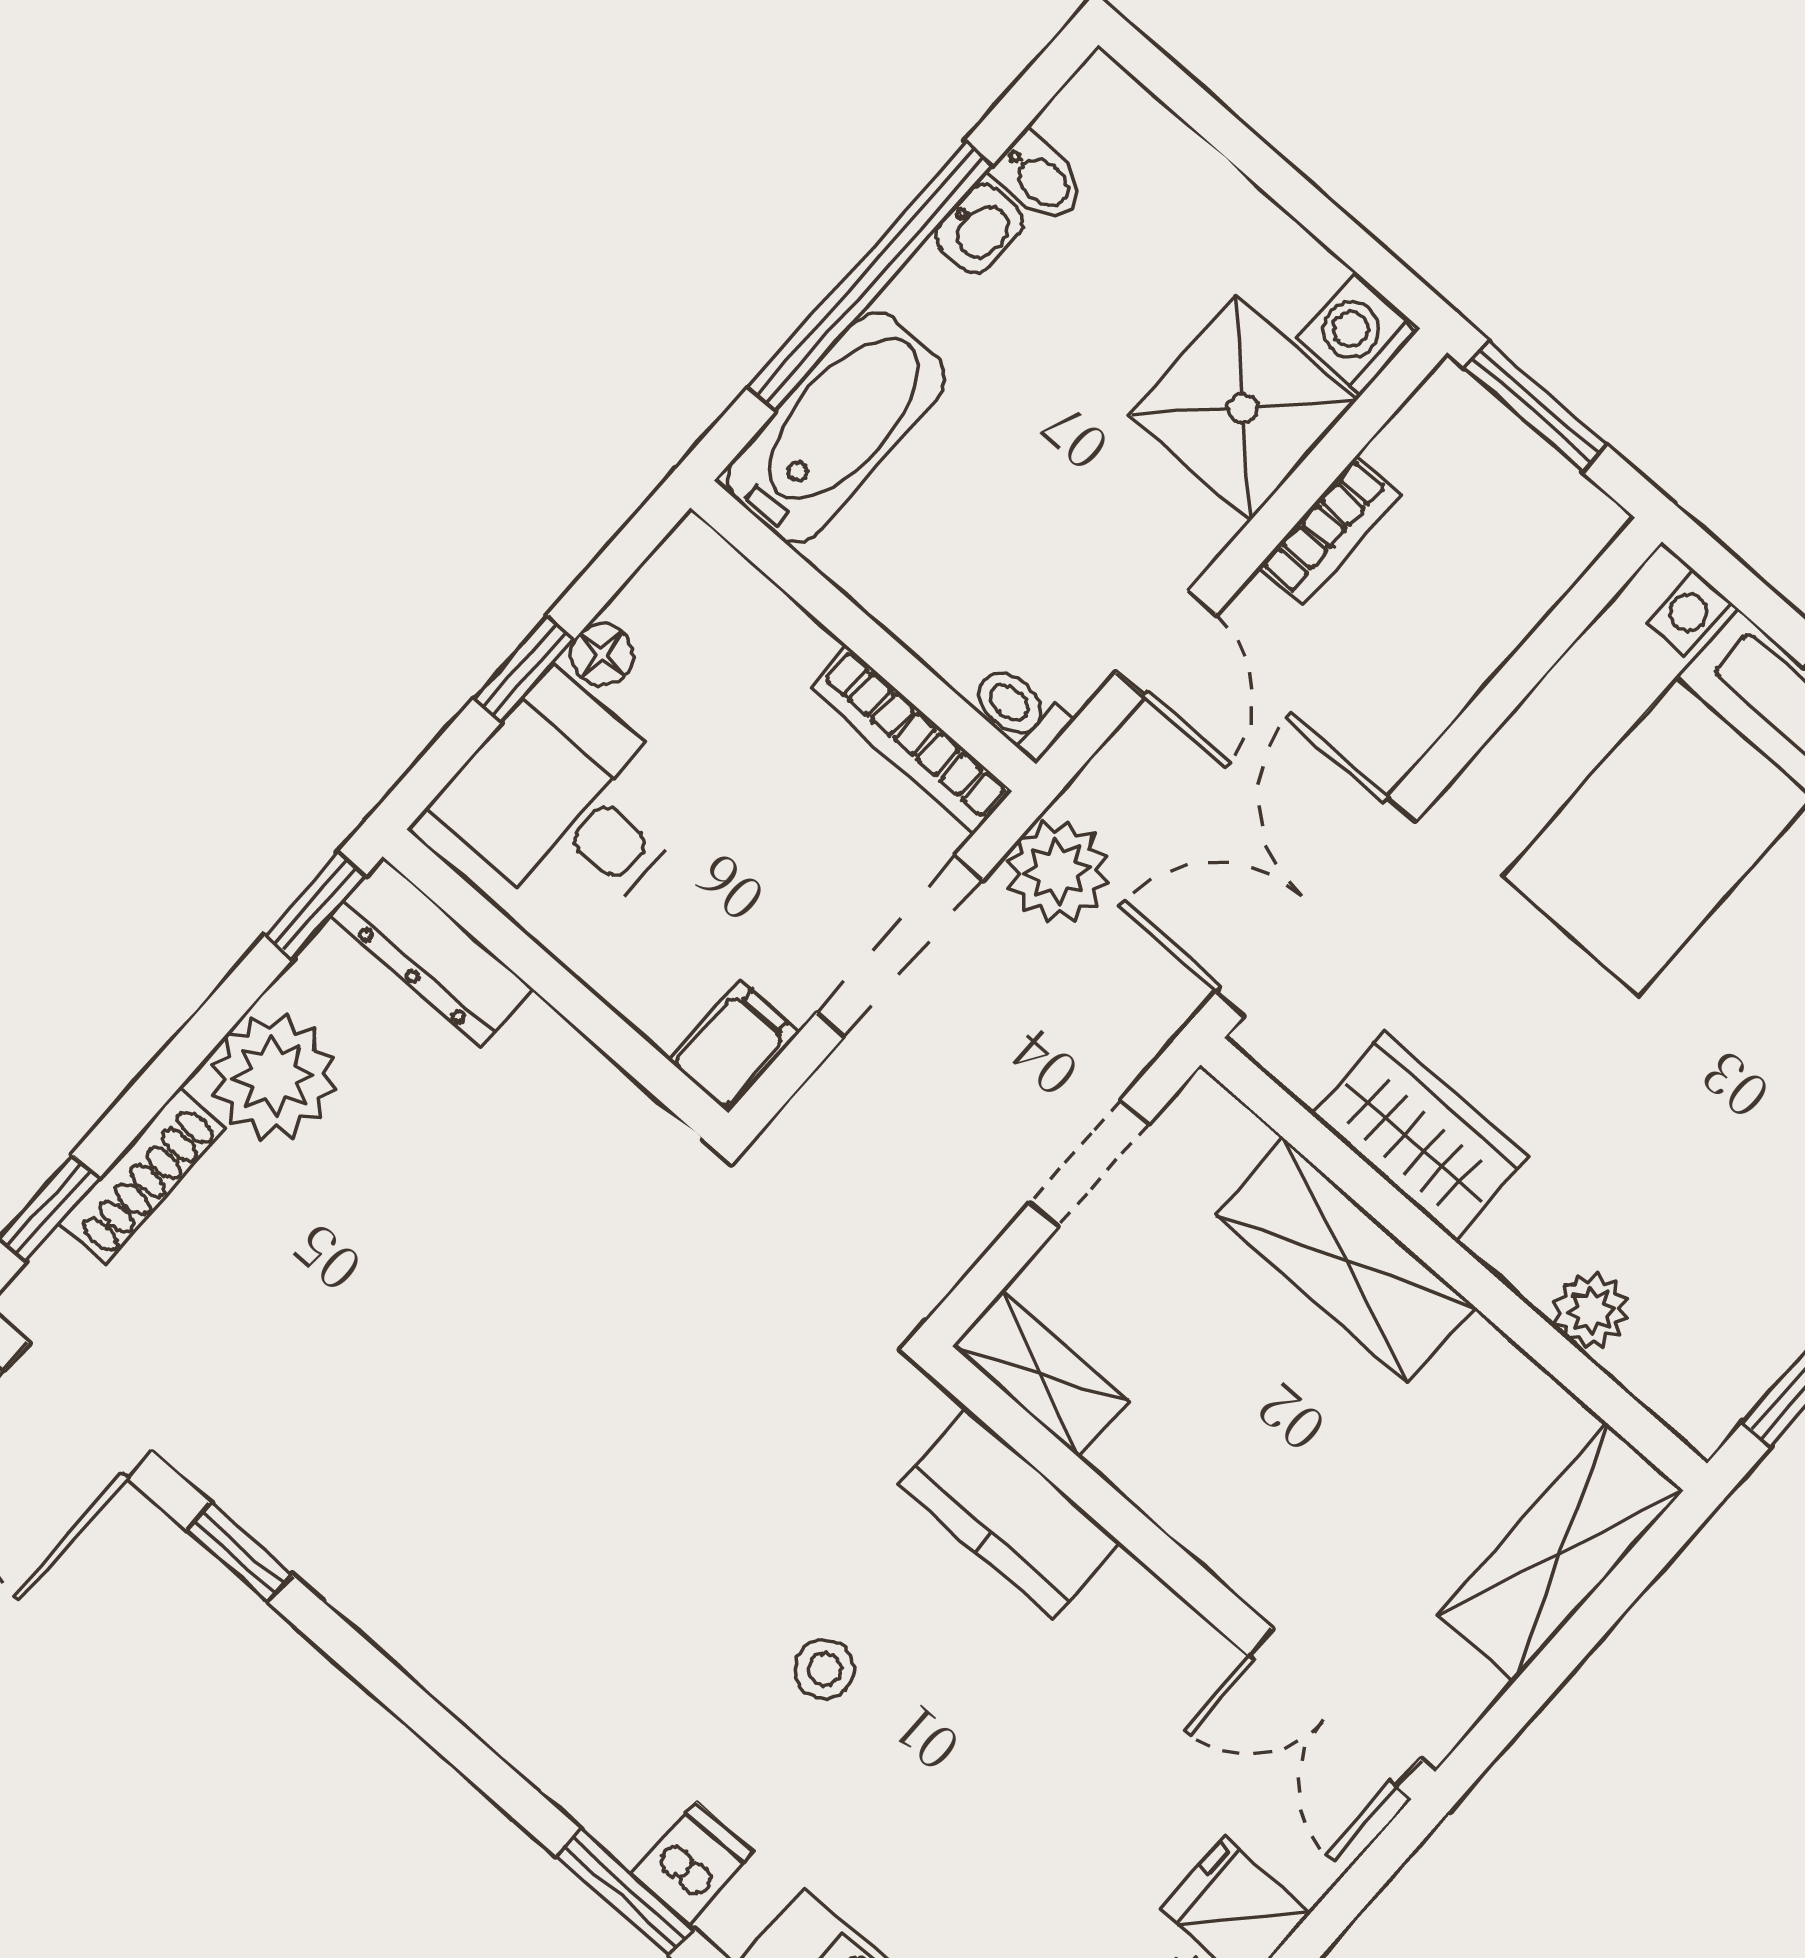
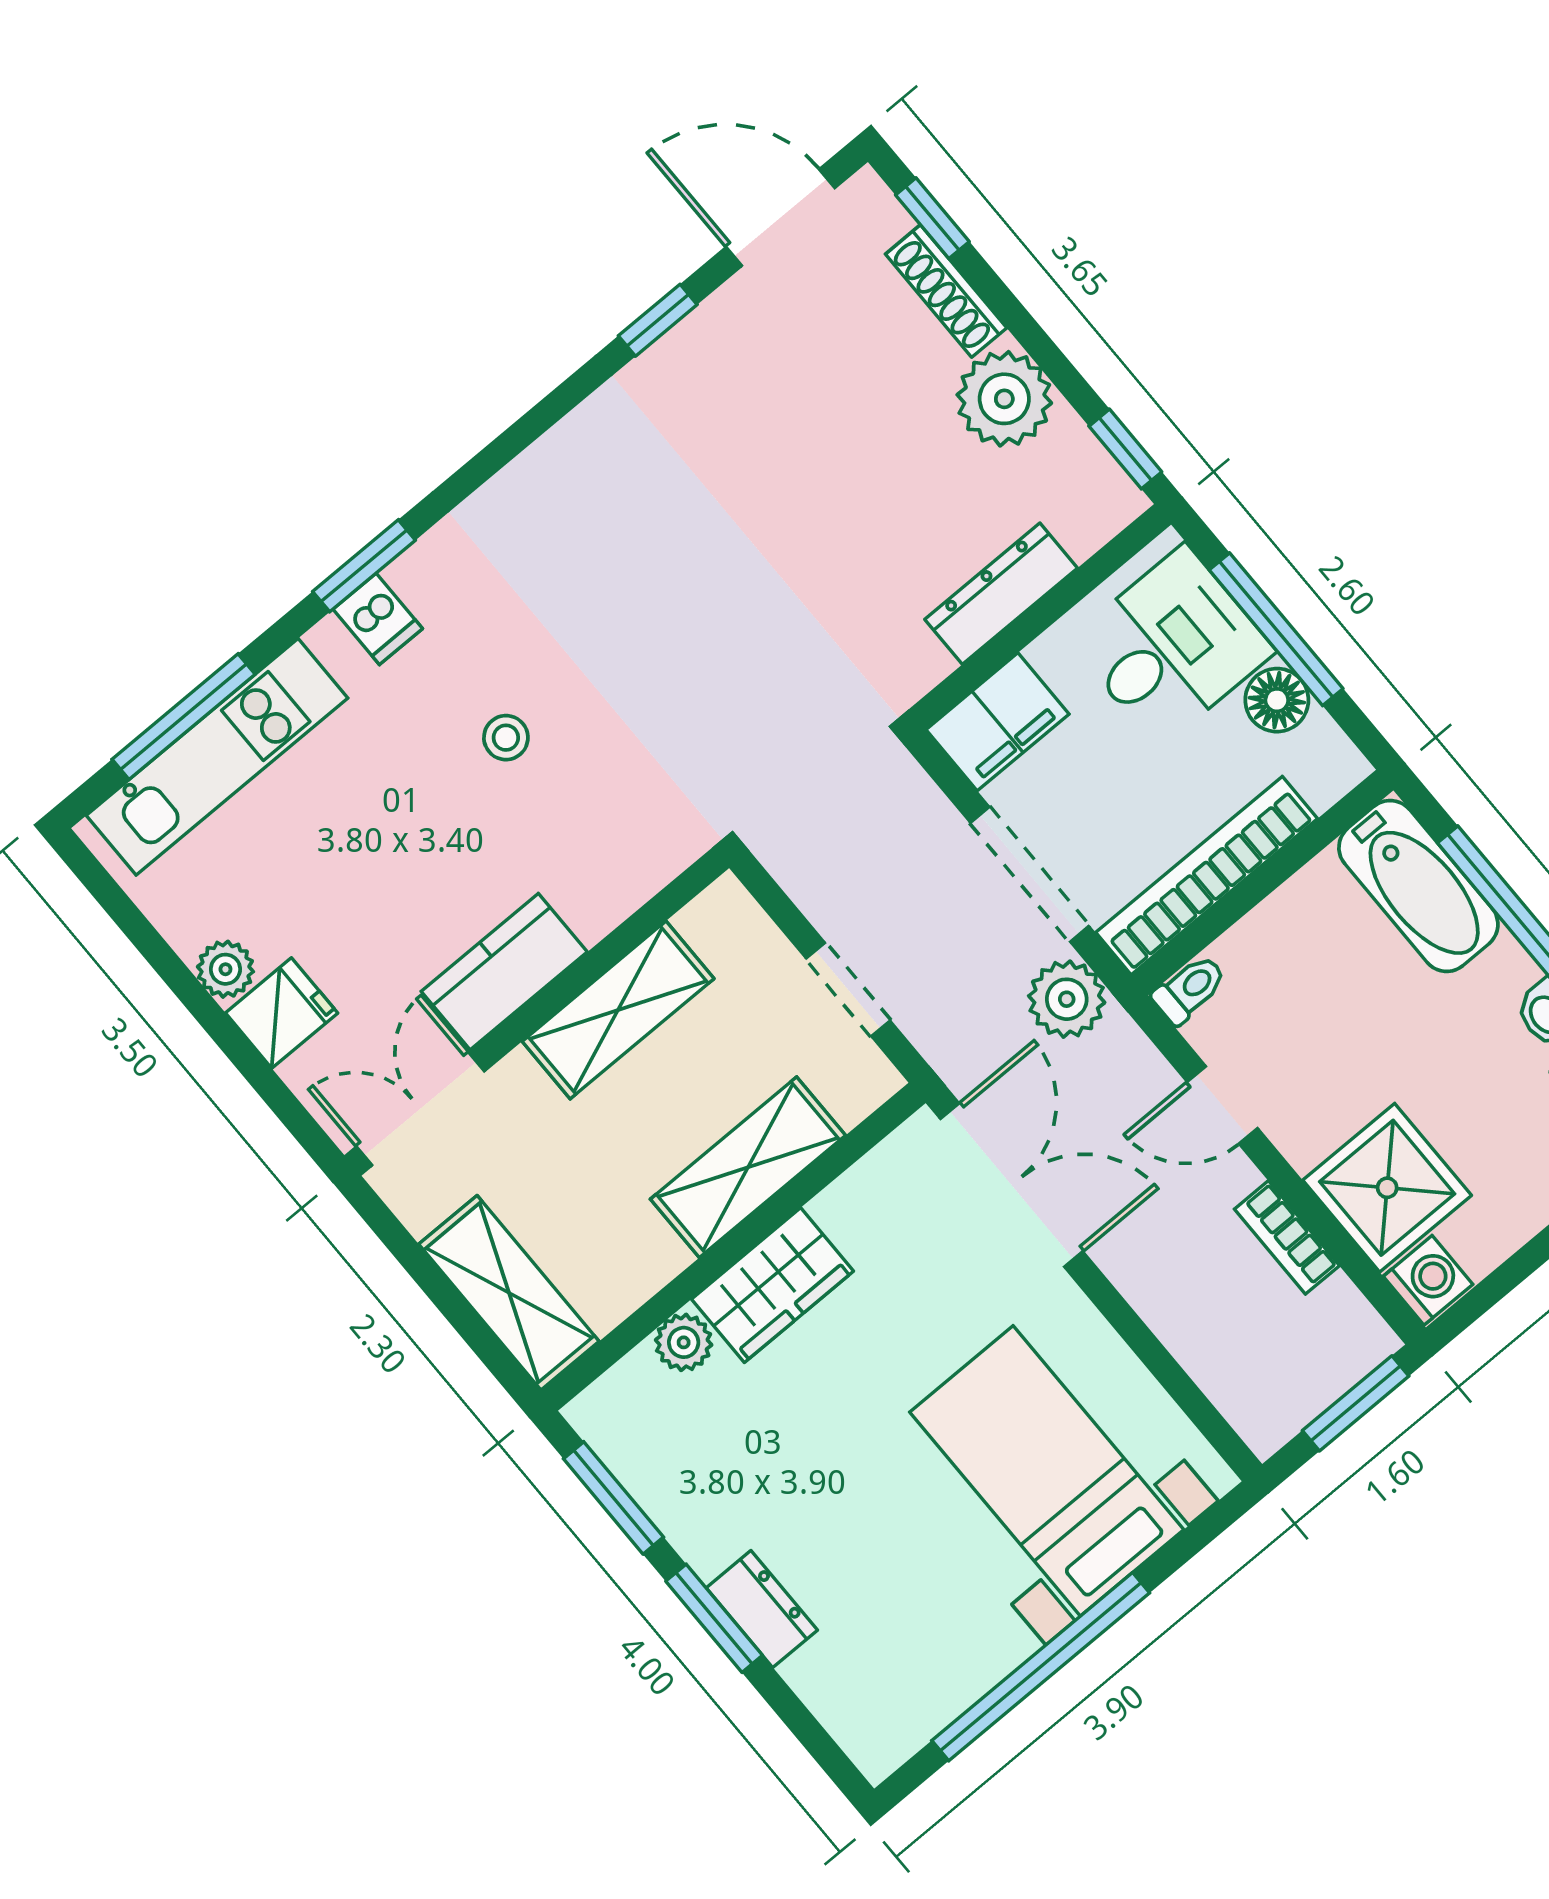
floor lamp: (602, 655) -> (1277, 700), width x1.37, depth x1.37
window: (524, 669) -> (1276, 629), width x2.17
bookcase: (911, 739) -> (1207, 876), width x1.48, depth x1.31
dresser: (432, 953) -> (1001, 594), moved
filing cabinet: (734, 1046) -> (998, 722), width x2.00
wardrobe: (1420, 1136) -> (772, 1285), moved
shelving: (1040, 1373) -> (618, 1010), moved, width x1.50, depth x1.33
kitchen counter: (1009, 1513) -> (504, 972), moved

